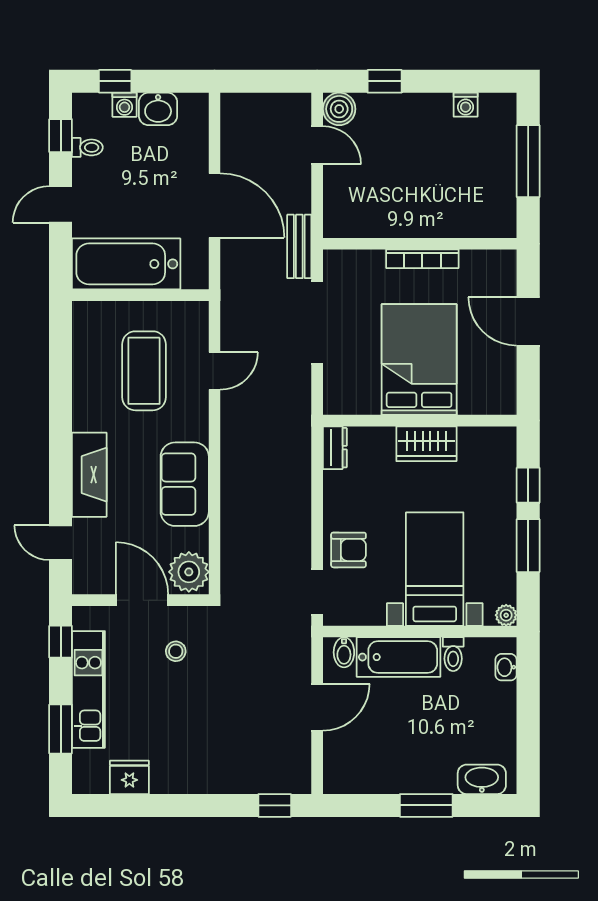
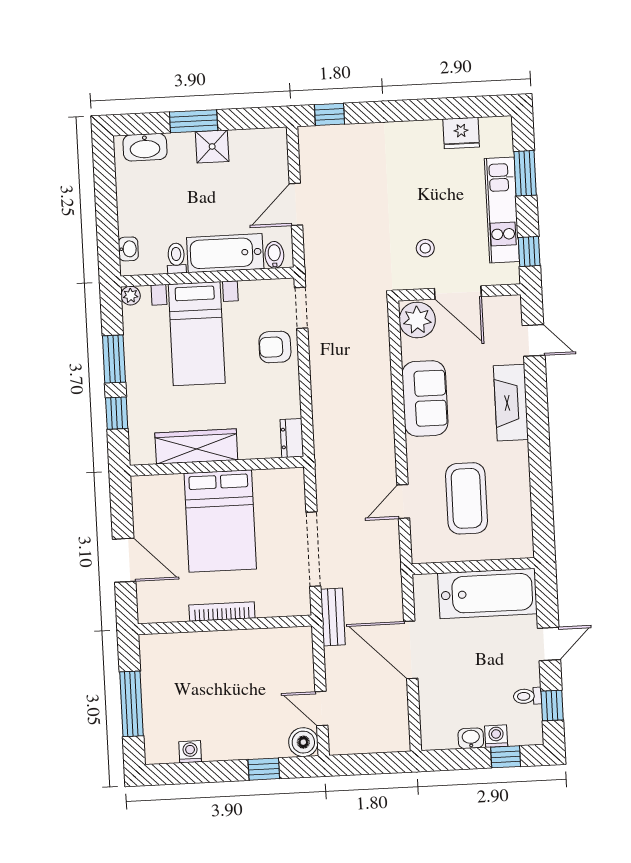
washbasin: (158, 109) -> (471, 738), width x0.72, depth x0.69
wardrobe: (426, 444) -> (196, 446), width x1.50
shower: (407, 776) -> (212, 146), added

